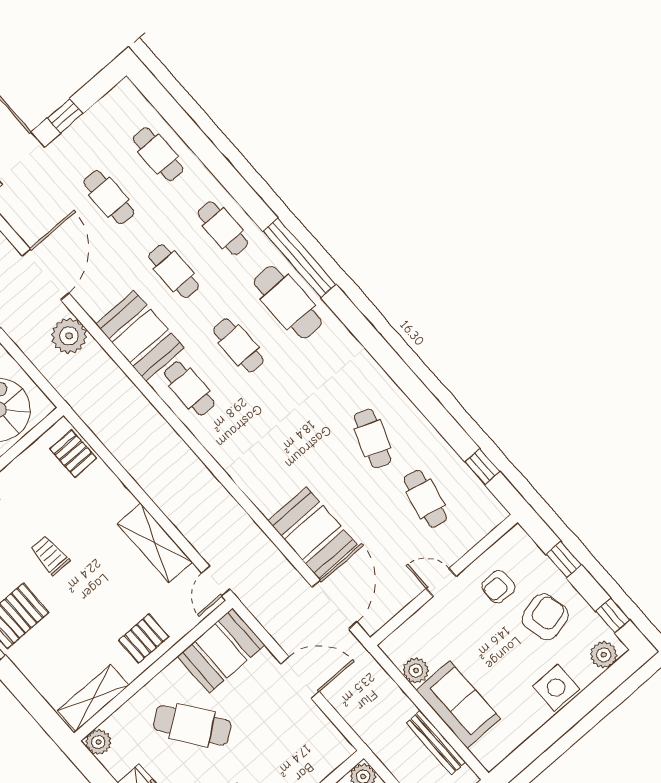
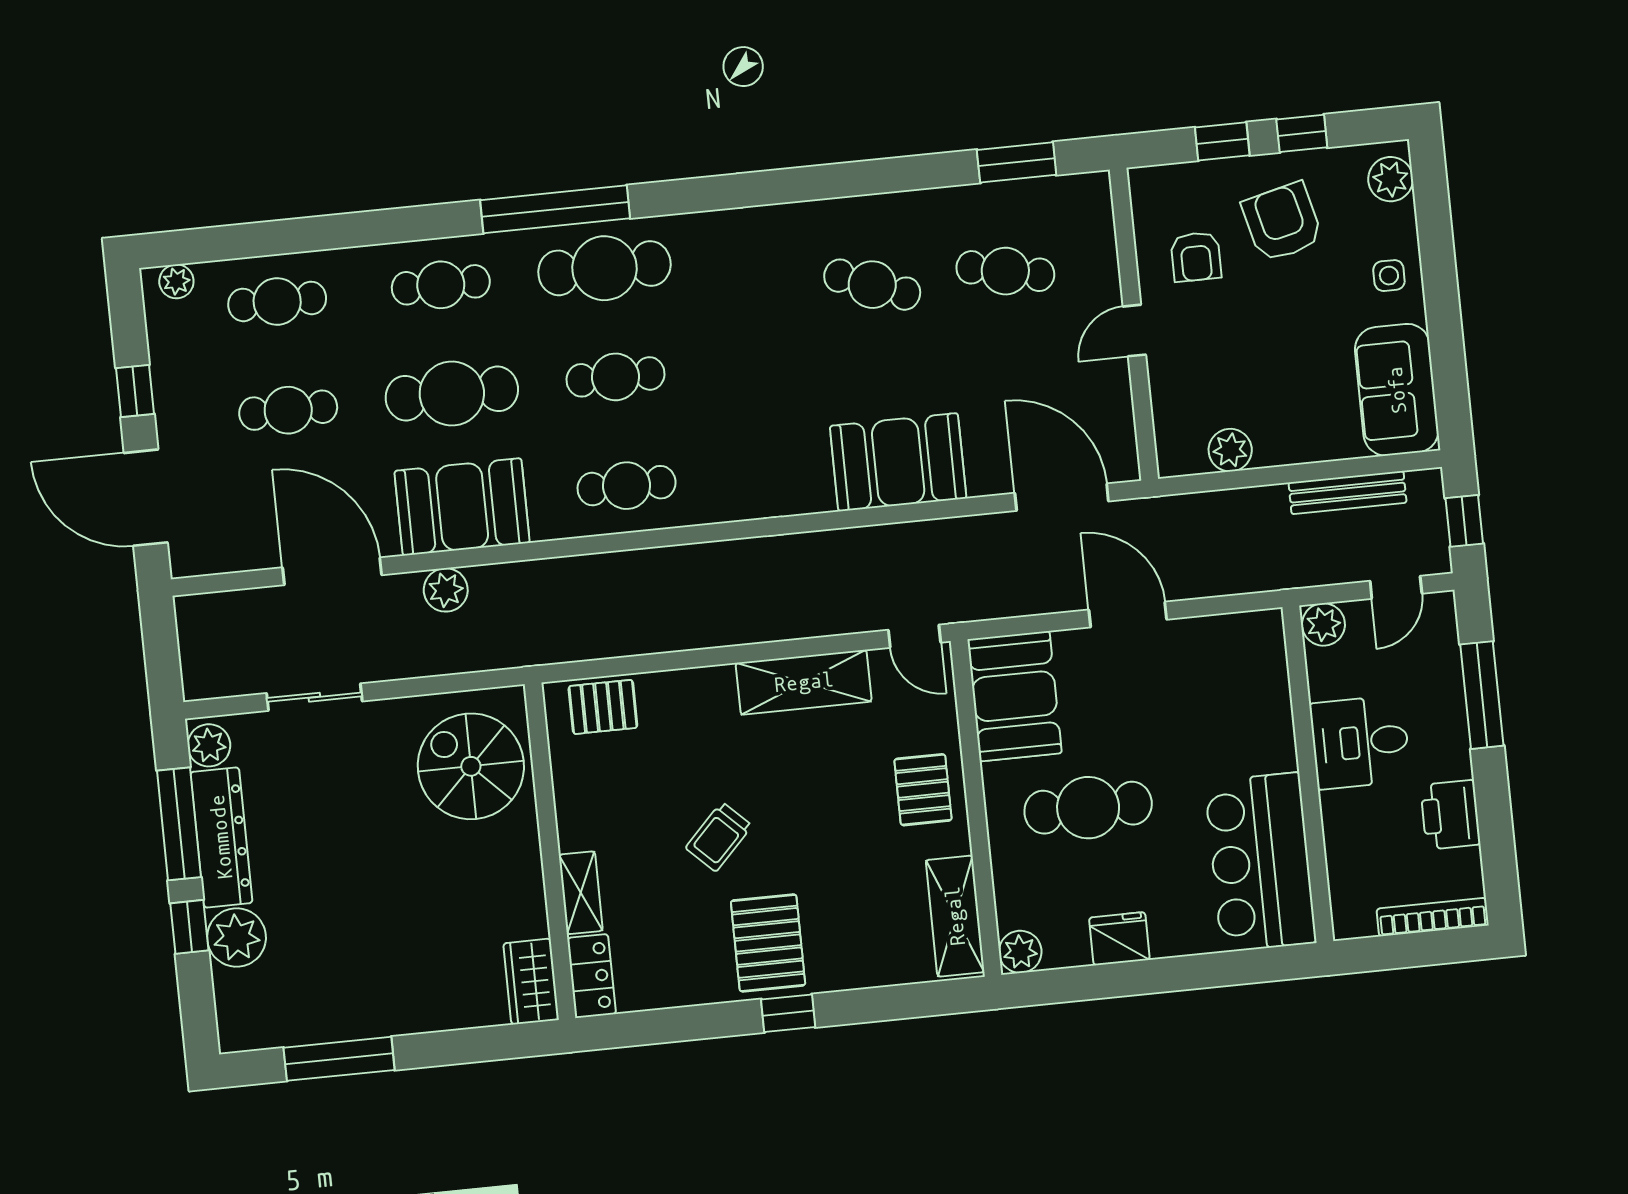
plant: (133, 98) -> (176, 281), added
cafe table: (174, 271) -> (452, 394), width x1.37, depth x1.35
plant: (69, 336) -> (446, 590), width x0.73, depth x0.73
booth: (140, 336) -> (462, 507), moved
window: (482, 467) -> (1017, 162), width x1.50
booth: (312, 533) -> (898, 462), moved
trolley: (50, 555) -> (719, 837), turned -46
window: (613, 616) -> (1302, 133), moved
door: (300, 678) -> (1128, 615), hinge flipped
side table: (556, 687) -> (1389, 276), width x0.54, depth x0.54
sofa: (458, 705) -> (1397, 390), moved, turned -90
cafe table: (192, 725) -> (1088, 808), turned 36

